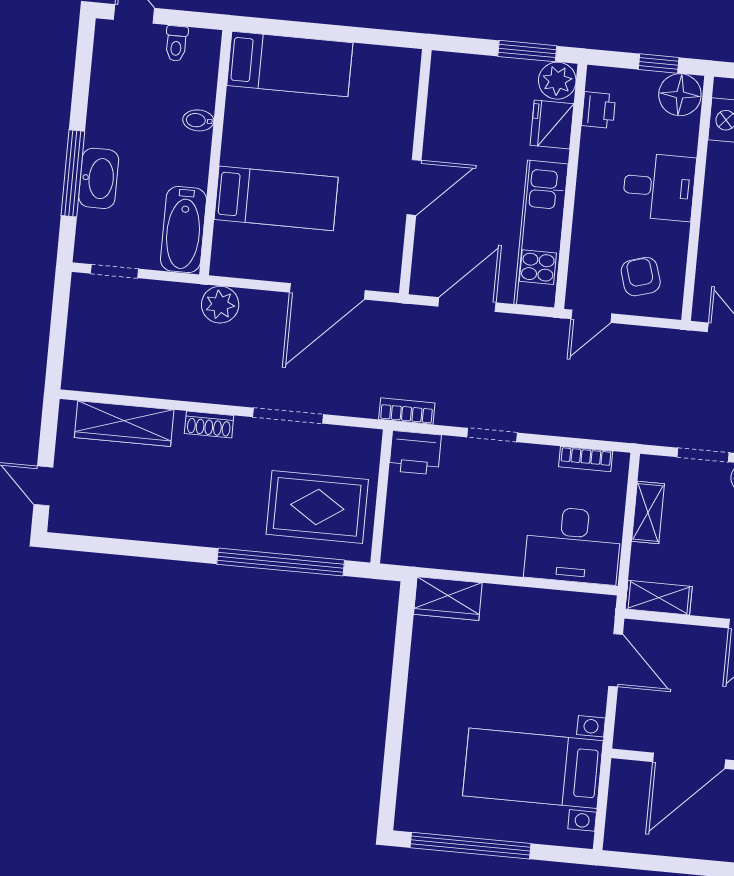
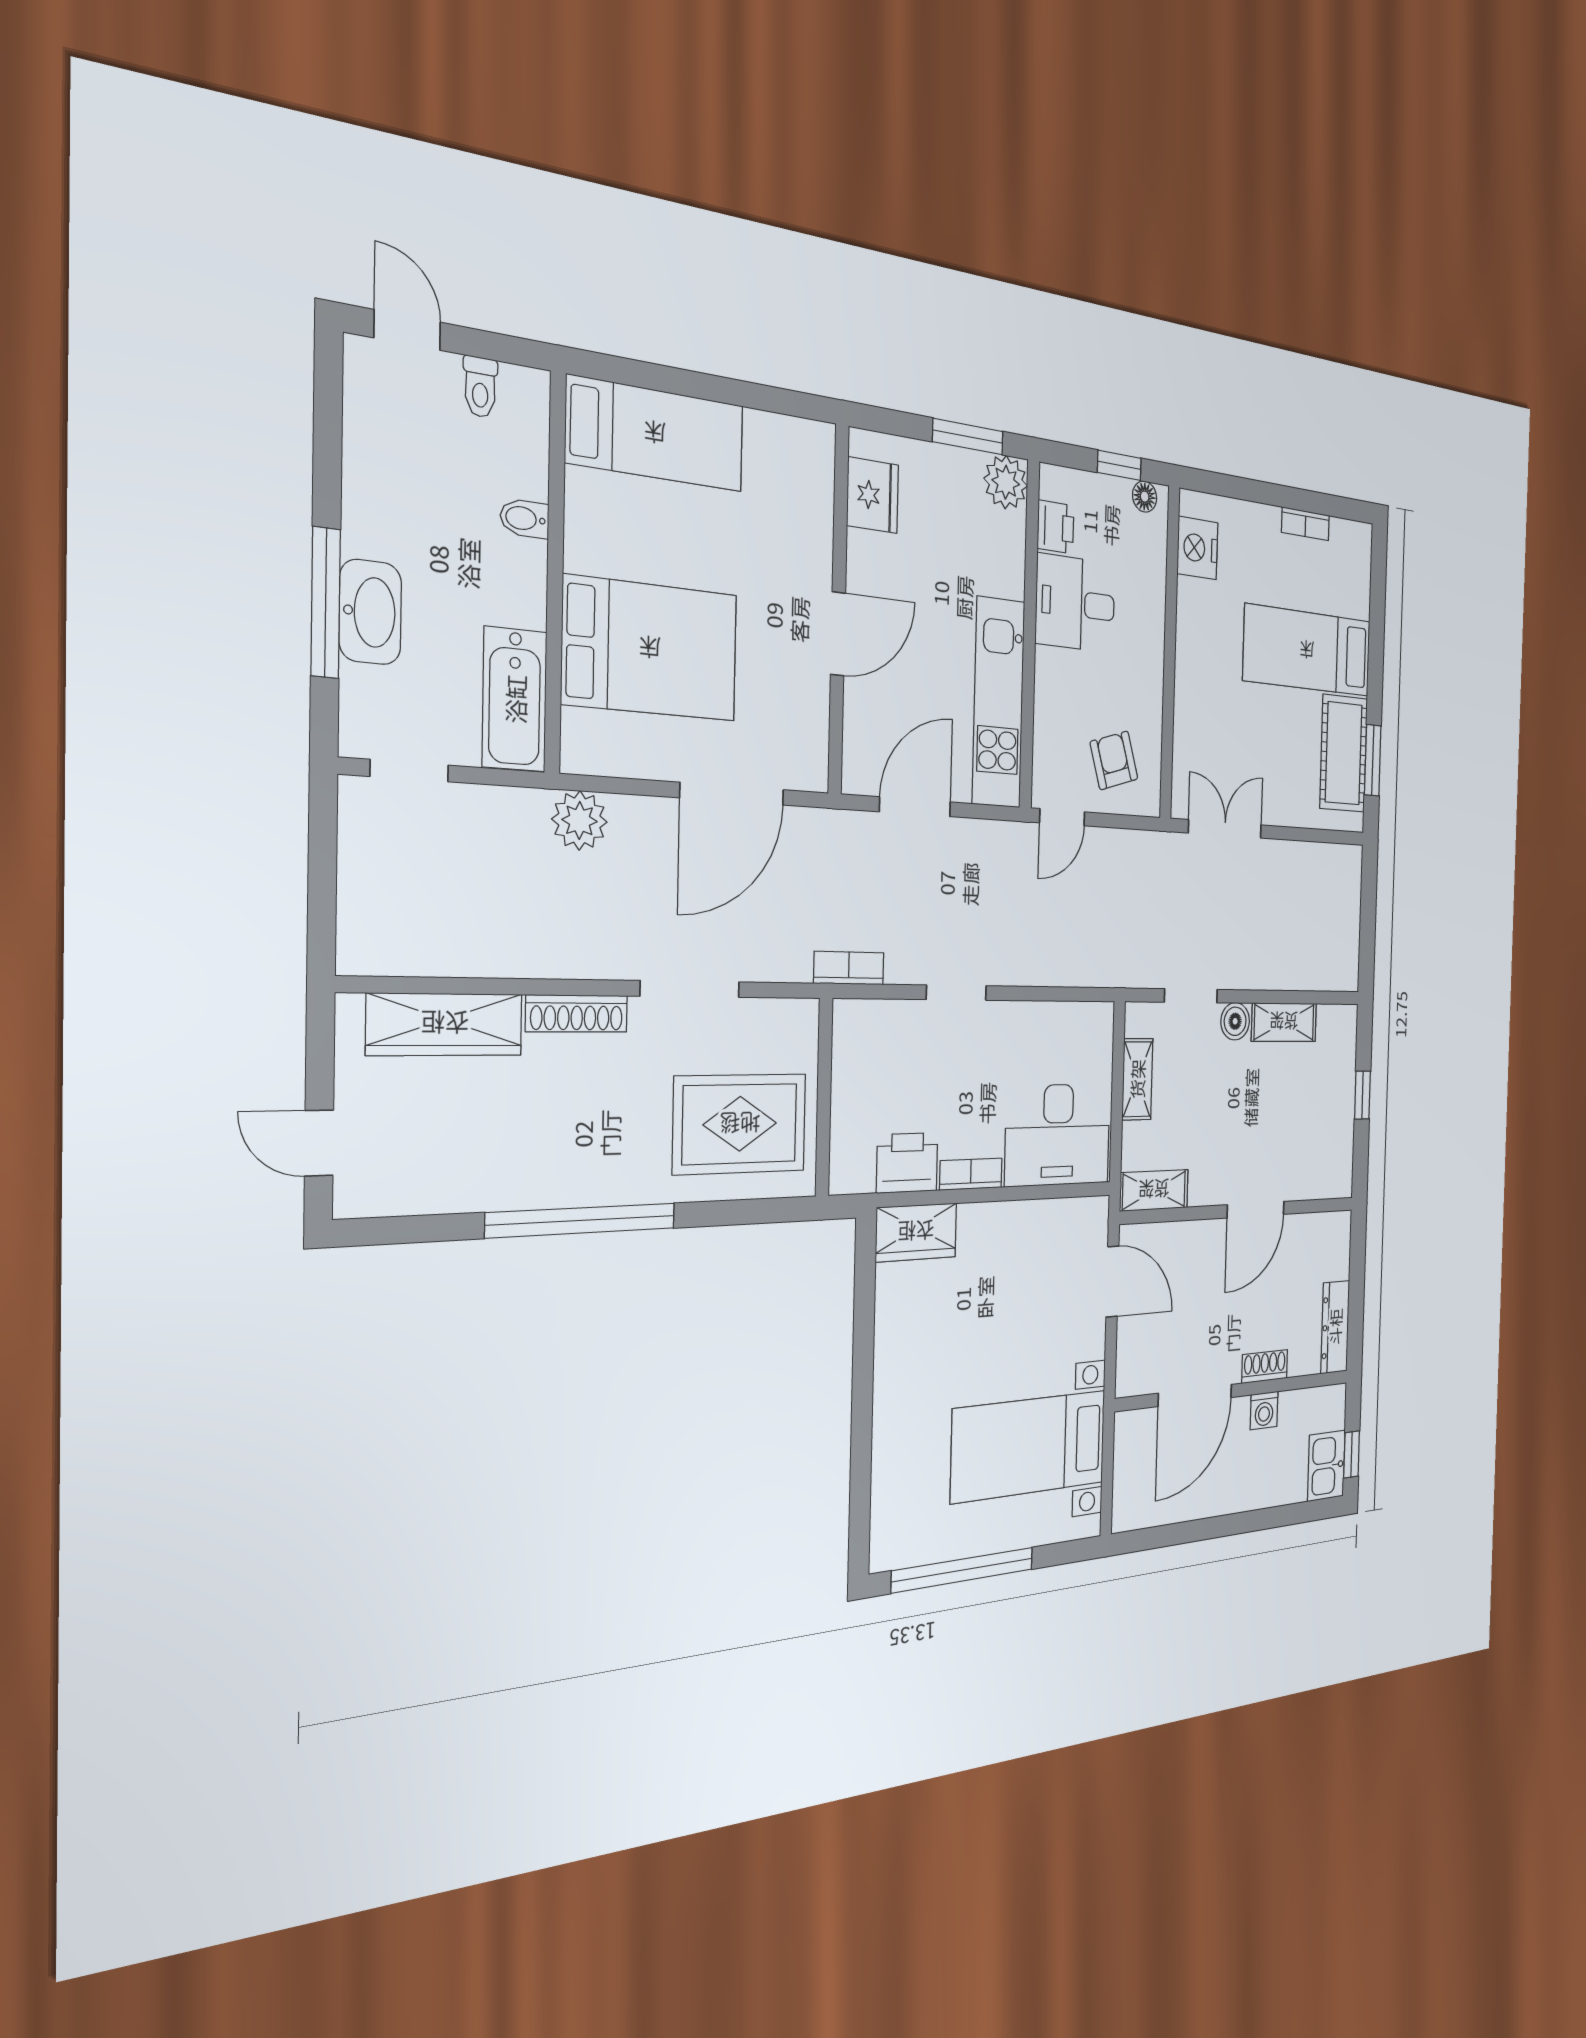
floor lamp: (680, 95) -> (1145, 497), width x0.53, depth x0.53
fridge: (552, 125) -> (873, 495), moved, turned 180
desk: (659, 187) -> (1075, 603), moved, turned 180
bed: (276, 198) -> (650, 649), width x1.50
shoe rack: (209, 424) -> (577, 1013), width x1.43
printer: (415, 453) -> (907, 1163), moved, turned 180
bookcase: (586, 459) -> (971, 1174), moved, turned 180
window: (281, 562) -> (582, 1220), moved

